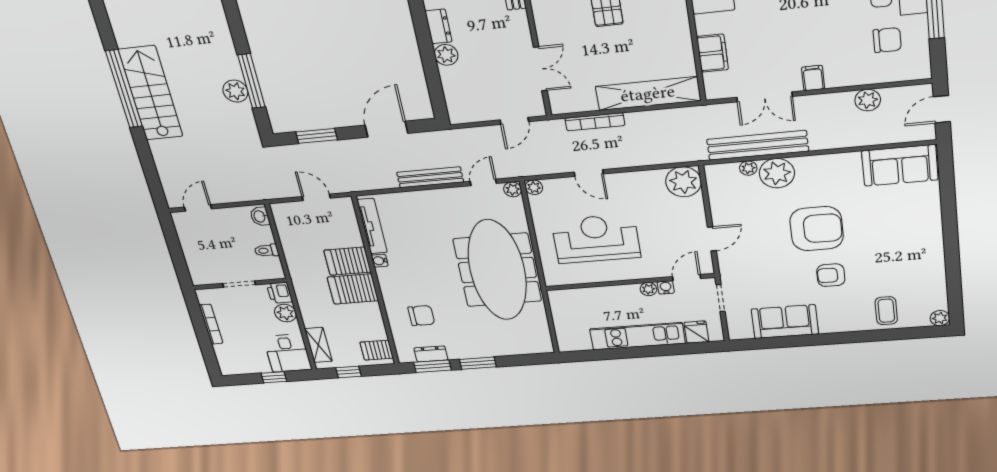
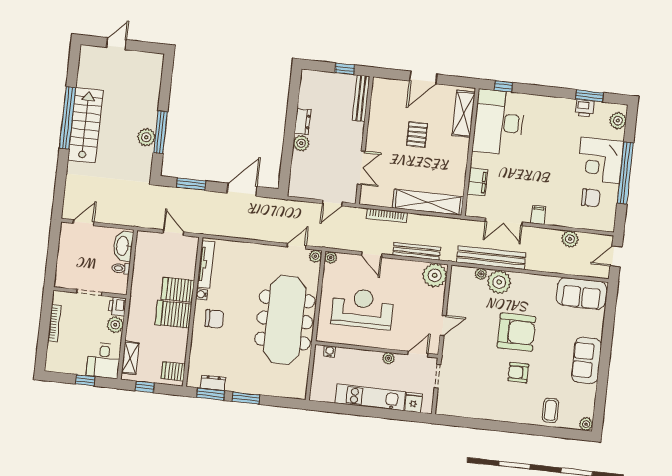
bench: (430, 177) -> (417, 251), moved
washbasin: (260, 216) -> (123, 246), width x1.91, depth x1.45
water cooler: (666, 287) -> (330, 351), moved
chair: (421, 316) -> (214, 319), moved
sofa: (785, 322) -> (587, 360), moved, turned -90

